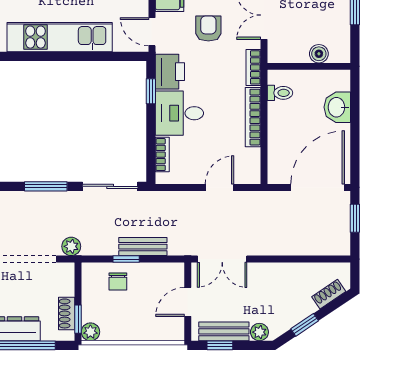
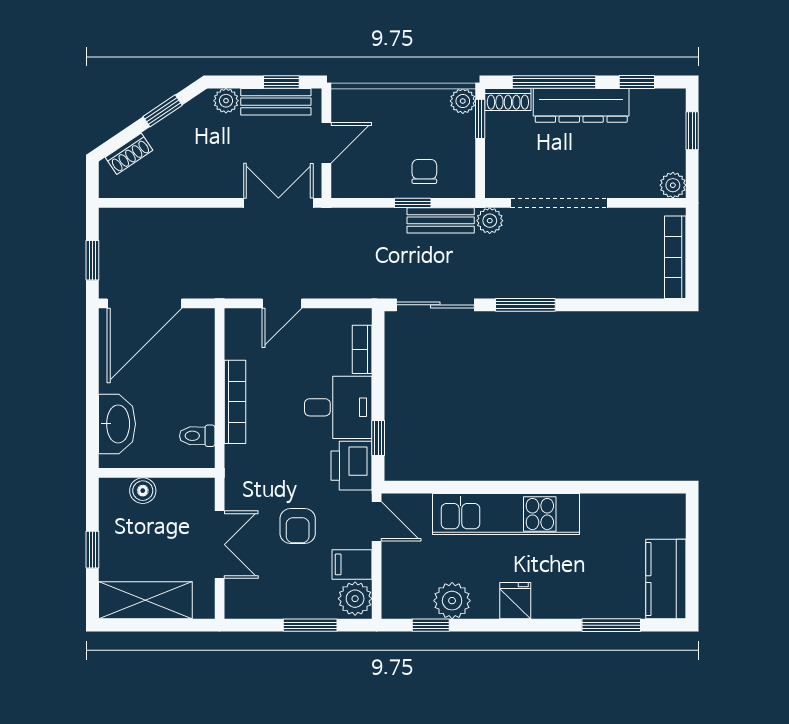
bookcase: (253, 67) -> (234, 471), removed
washbasin: (337, 107) -> (117, 424), width x1.38
bench: (143, 247) -> (441, 220), moved
shoe rack: (67, 313) -> (508, 99), moved, turned 90

